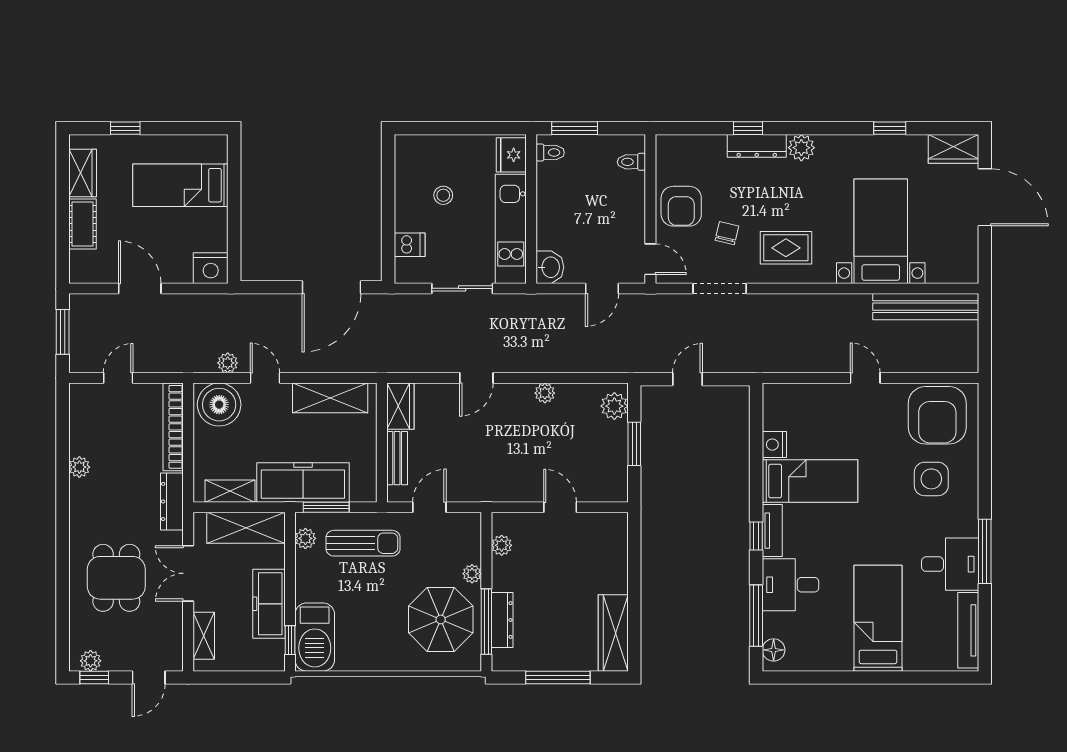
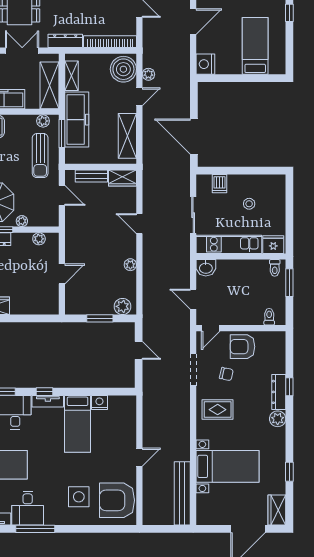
rug: (786, 248) -> (218, 410), turned 90

